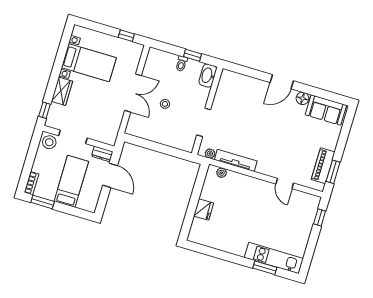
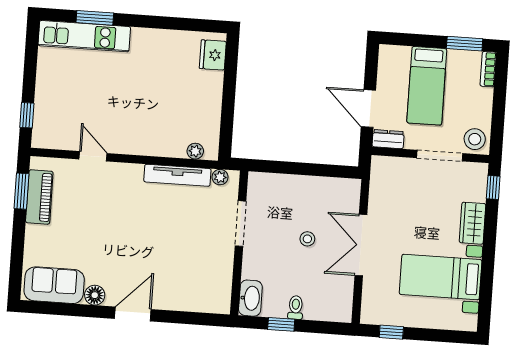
fridge: (204, 209) -> (213, 55), moved

